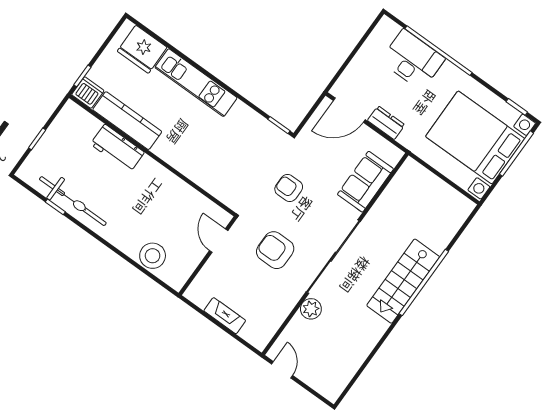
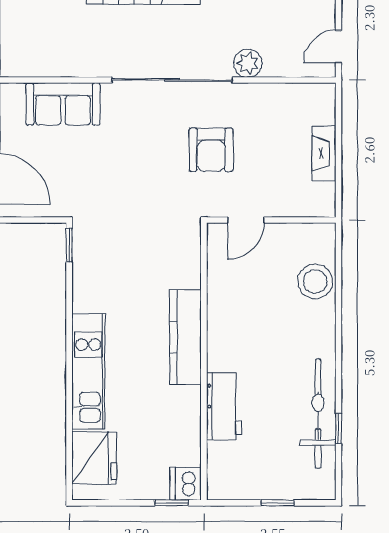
kitchen counter: (127, 121) -> (185, 337), moved
armchair: (289, 188) -> (131, 184), removed

